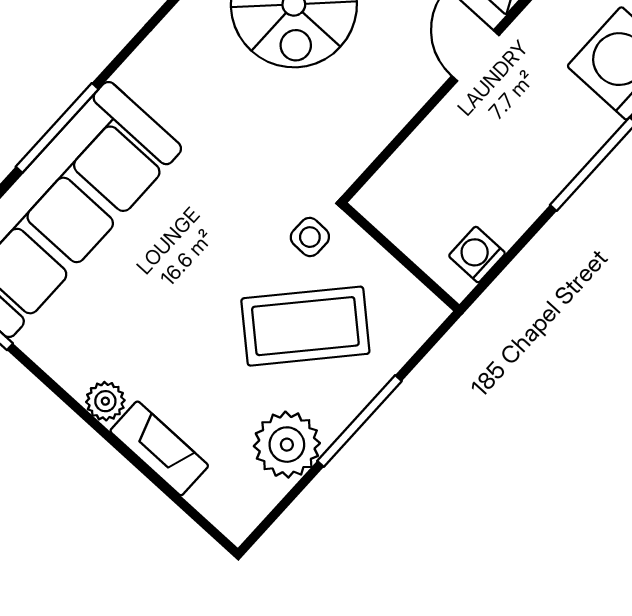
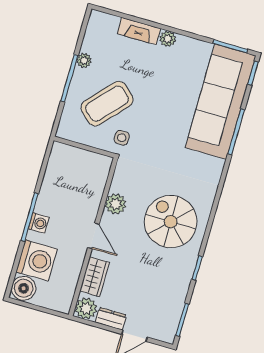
plant: (394, 101) -> (116, 204), added
washing machine: (477, 255) -> (39, 223), moved
plant: (287, 445) -> (84, 60), width x0.53, depth x0.53

